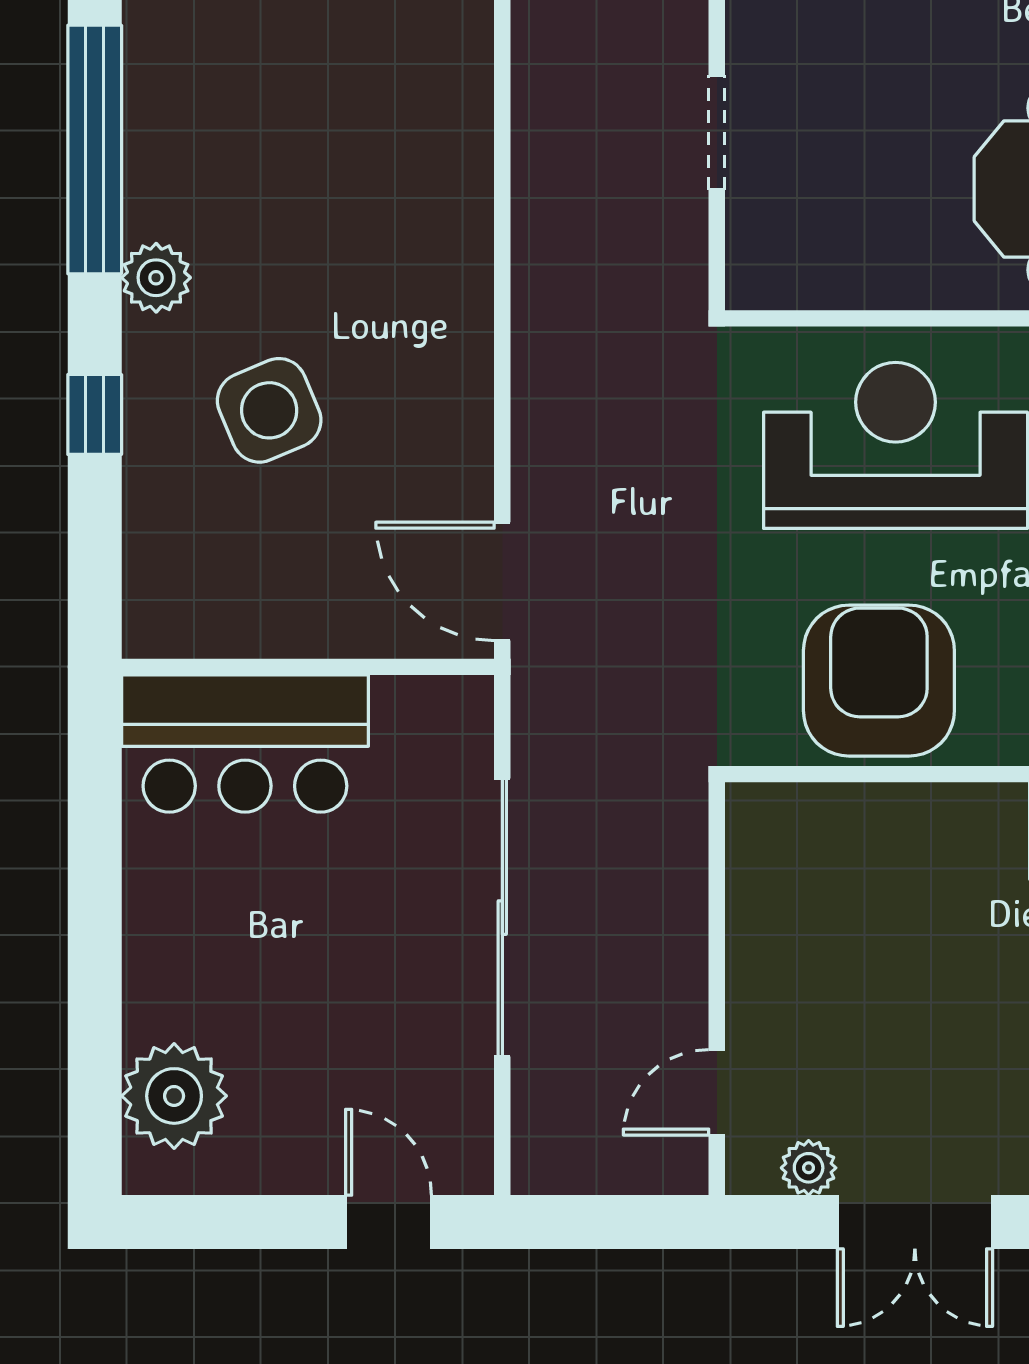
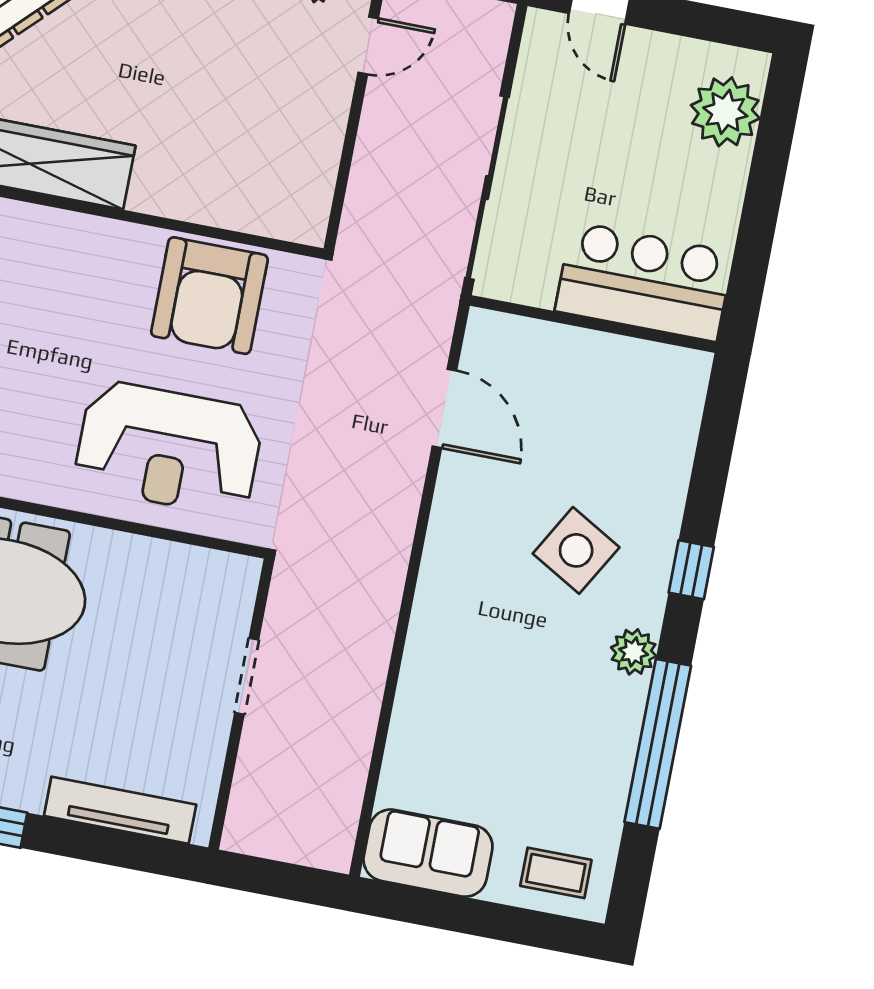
side table: (269, 410) -> (576, 550), turned -37
wall: (308, 667) -> (593, 324), moved
bar counter: (245, 744) -> (644, 282), moved

